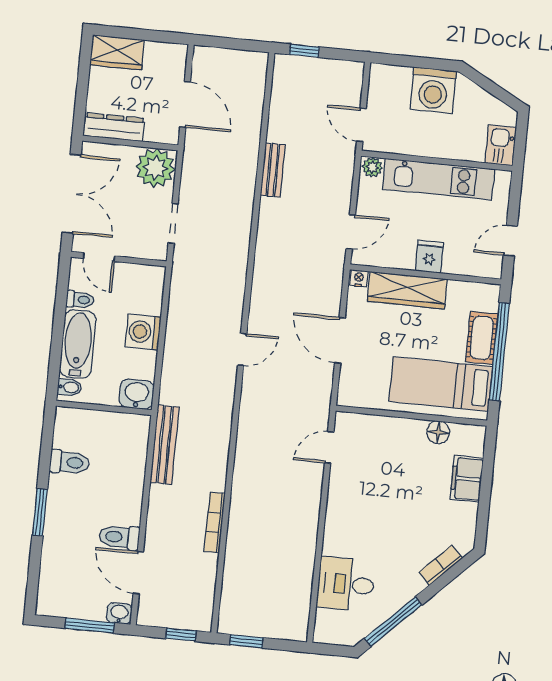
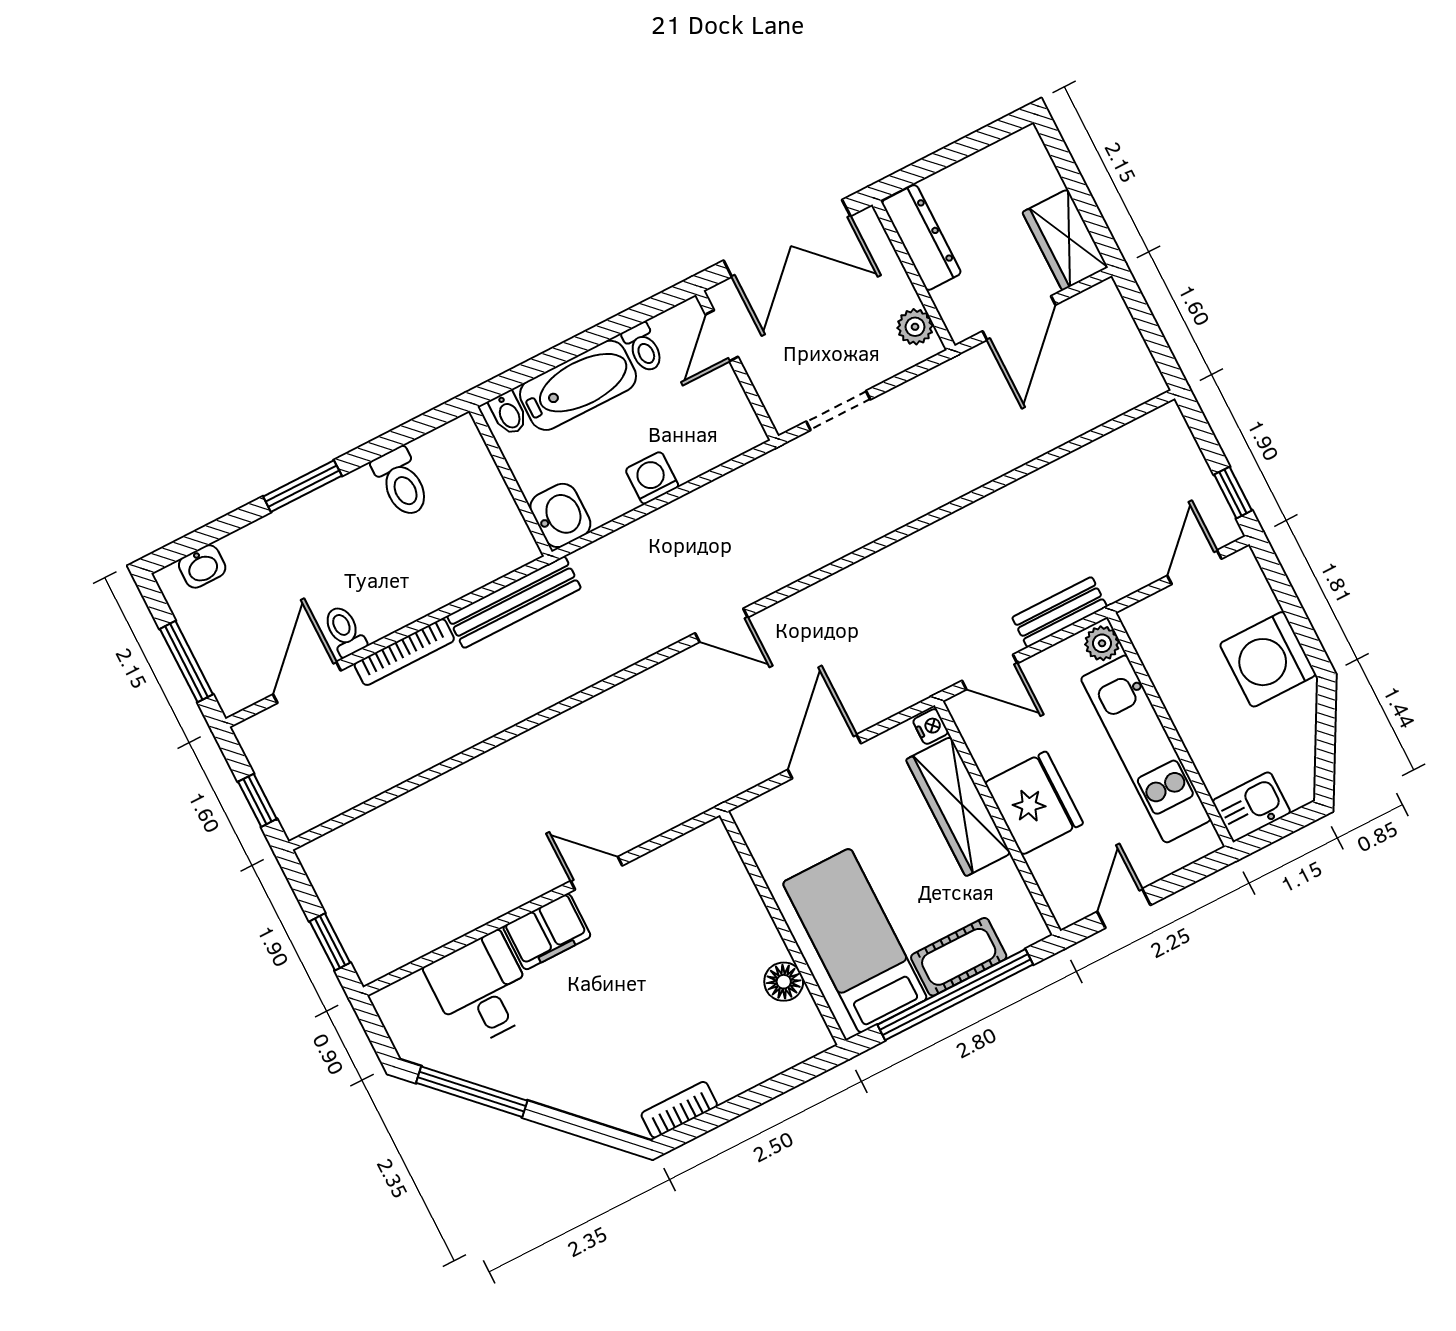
window: (304, 51) -> (1233, 493), moved
wardrobe: (117, 52) -> (1065, 240), moved
door: (361, 125) -> (1194, 567), moved
plant: (155, 168) -> (915, 327), width x0.53, depth x0.53
bench: (273, 170) -> (1060, 612), moved
door: (510, 241) -> (1124, 908), hinge flipped
fridge: (429, 257) -> (1034, 803), width x1.88, depth x1.34
washing machine: (143, 332) -> (652, 478), width x0.73, depth x0.73
door: (329, 447) -> (596, 873), moved
filing cabinet: (467, 479) -> (547, 932), moved, turned 180
bookcase: (215, 522) -> (404, 652), moved, turned 180
toilet: (119, 537) -> (344, 631), width x0.73, depth x0.72
bookcase: (441, 565) -> (679, 1110), moved, turned -45
washbasin: (119, 613) -> (202, 566), moved, turned 90
window: (246, 641) -> (330, 942), moved

